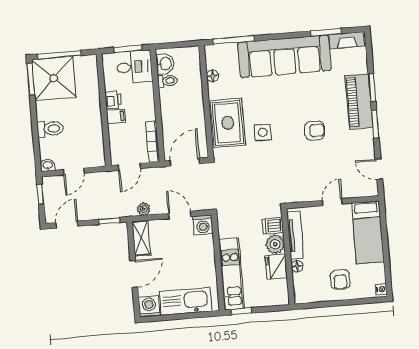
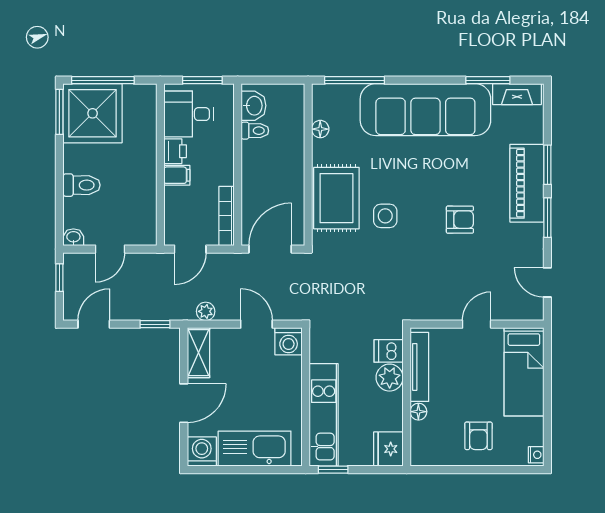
desk: (134, 67) -> (189, 114), moved, turned 180
fridge: (276, 267) -> (388, 449), moved

